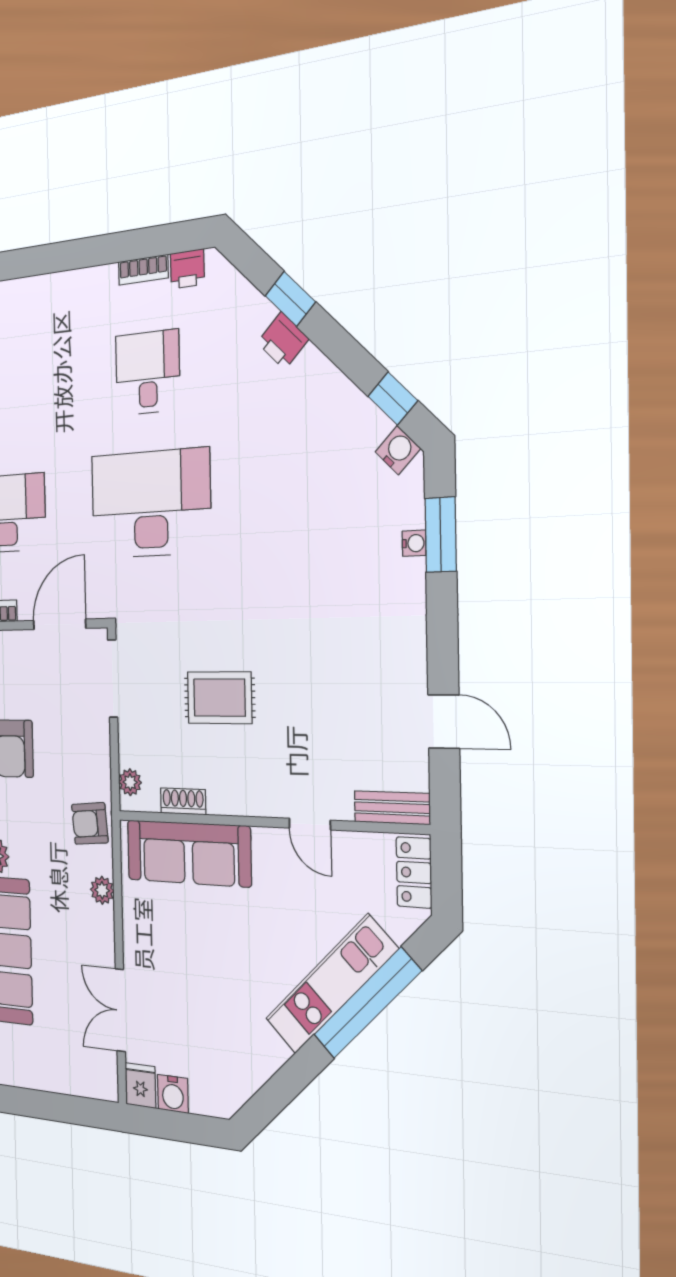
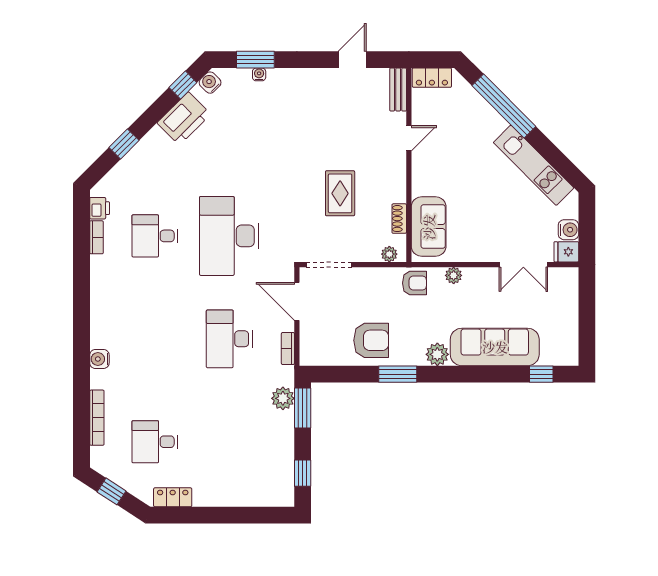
printer: (283, 341) -> (184, 118), moved, width x1.87, depth x1.48
armchair: (90, 823) -> (414, 283), turned -85
sofa: (188, 853) -> (429, 227), width x0.73
kitchen unit: (331, 984) -> (534, 165), moved

